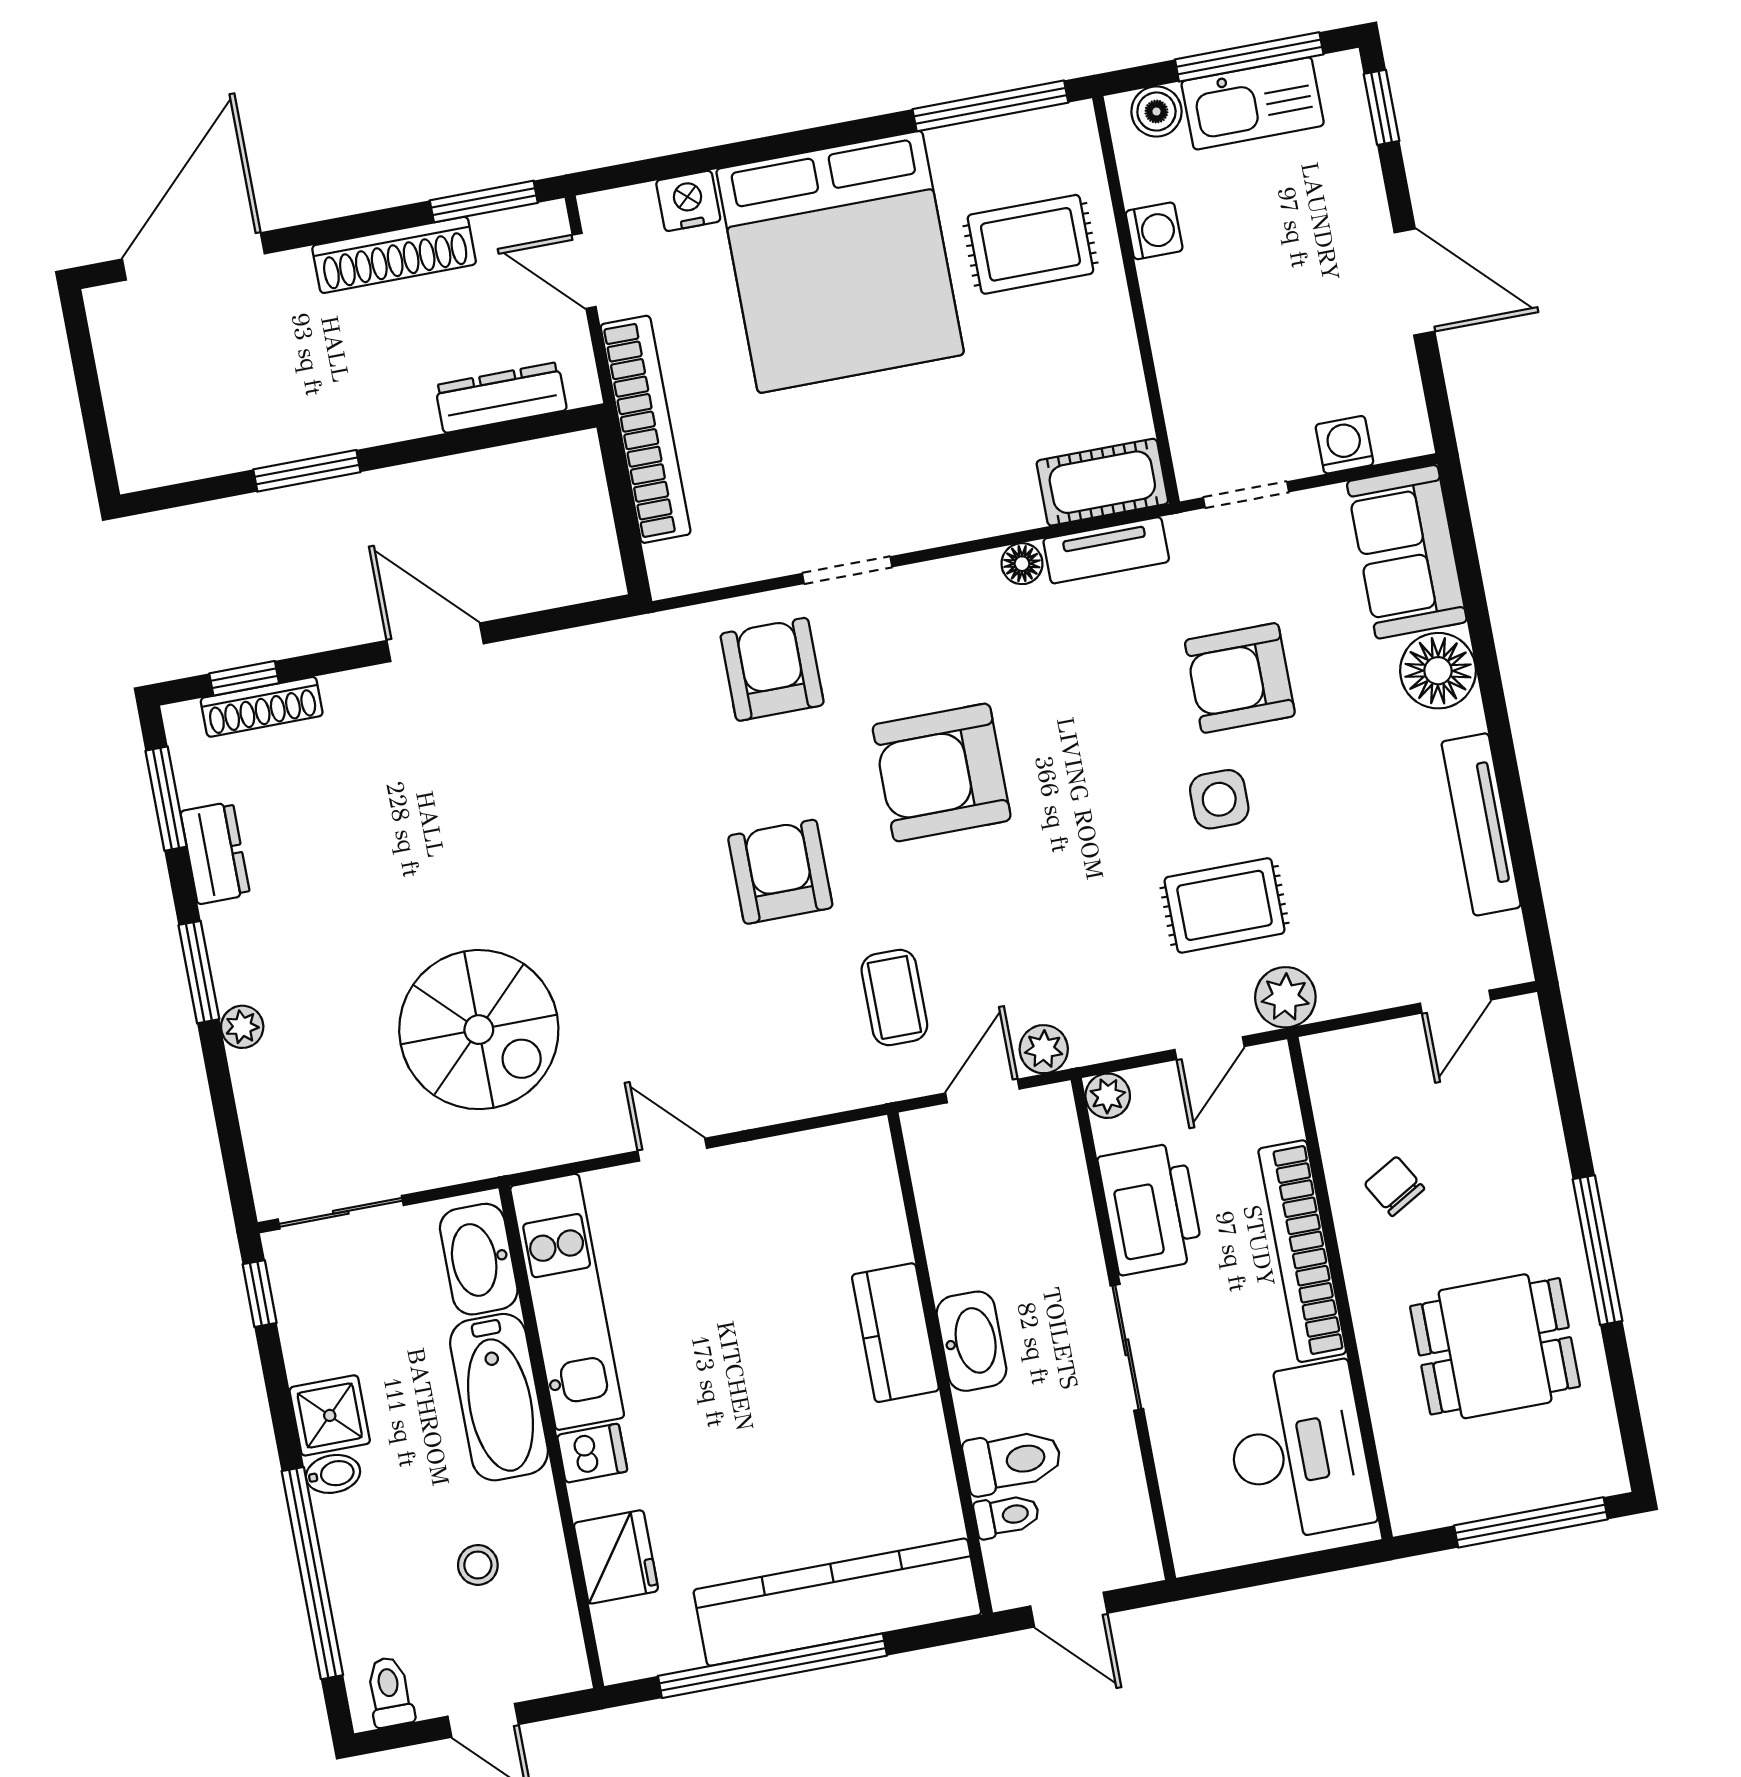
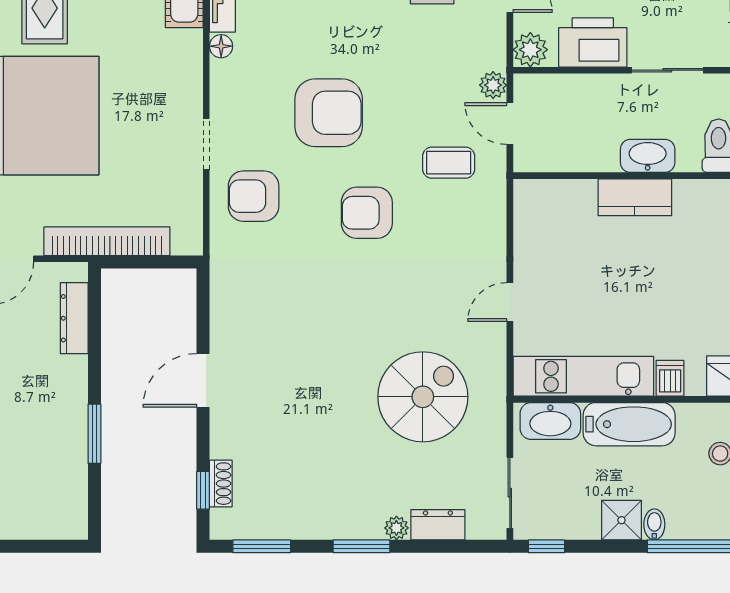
shoe rack: (262, 707) -> (221, 484), width x0.70
armchair: (942, 772) -> (329, 113), turned -90
dresser: (215, 853) -> (438, 525), moved
plant: (1108, 1096) -> (530, 50), width x1.38, depth x1.38

